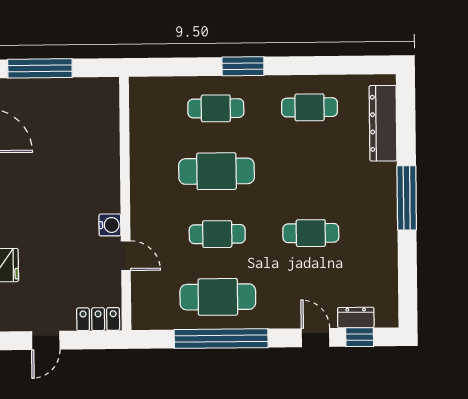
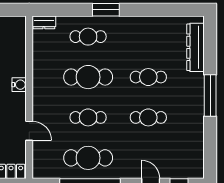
cafe table: (310, 107) -> (148, 77), moved
water cooler: (110, 225) -> (19, 85), moved
dresser: (356, 318) -> (44, 22), moved, turned 180

